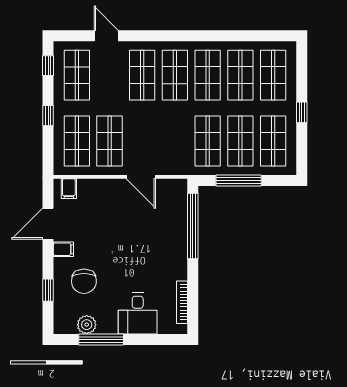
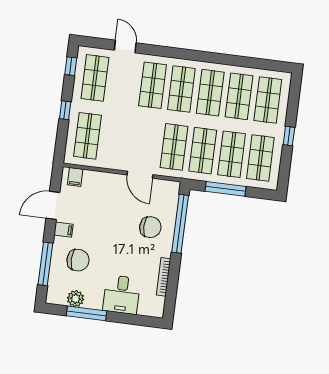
shop shelf: (110, 141) -> (174, 147), moved
chair: (160, 234) -> (150, 227), added
chair: (84, 281) -> (78, 260), turned -90
window: (48, 290) -> (45, 264), width x2.17
bookcase: (182, 302) -> (164, 277), moved

